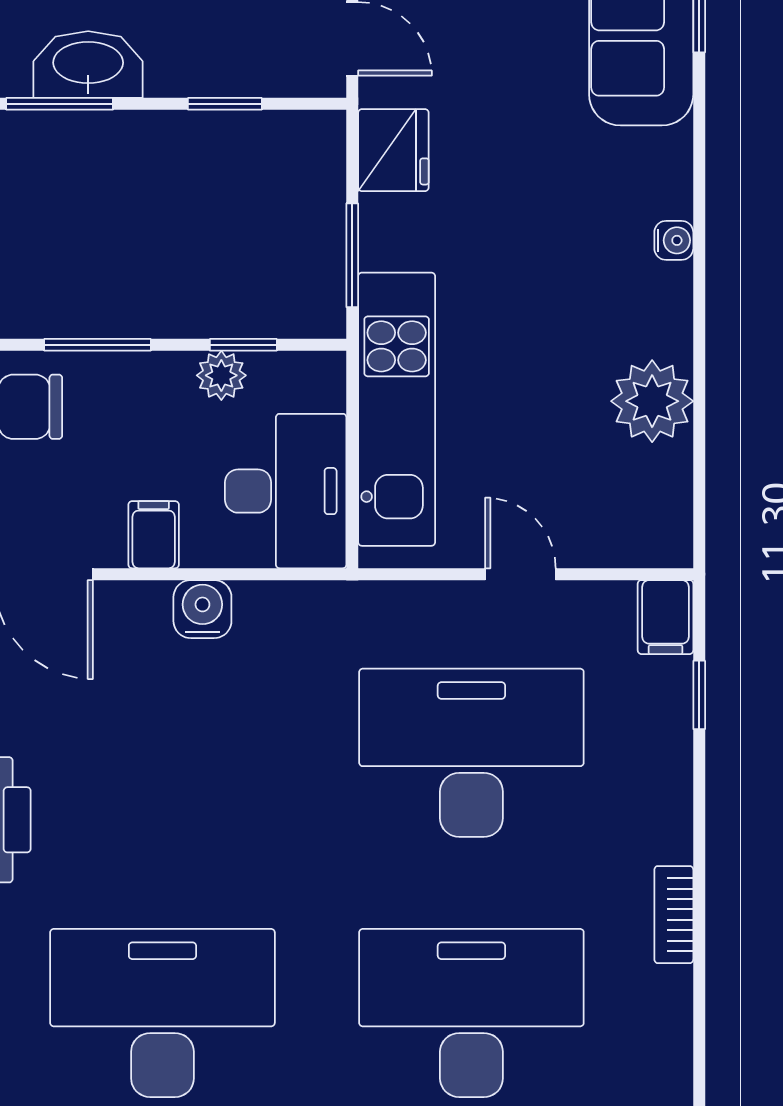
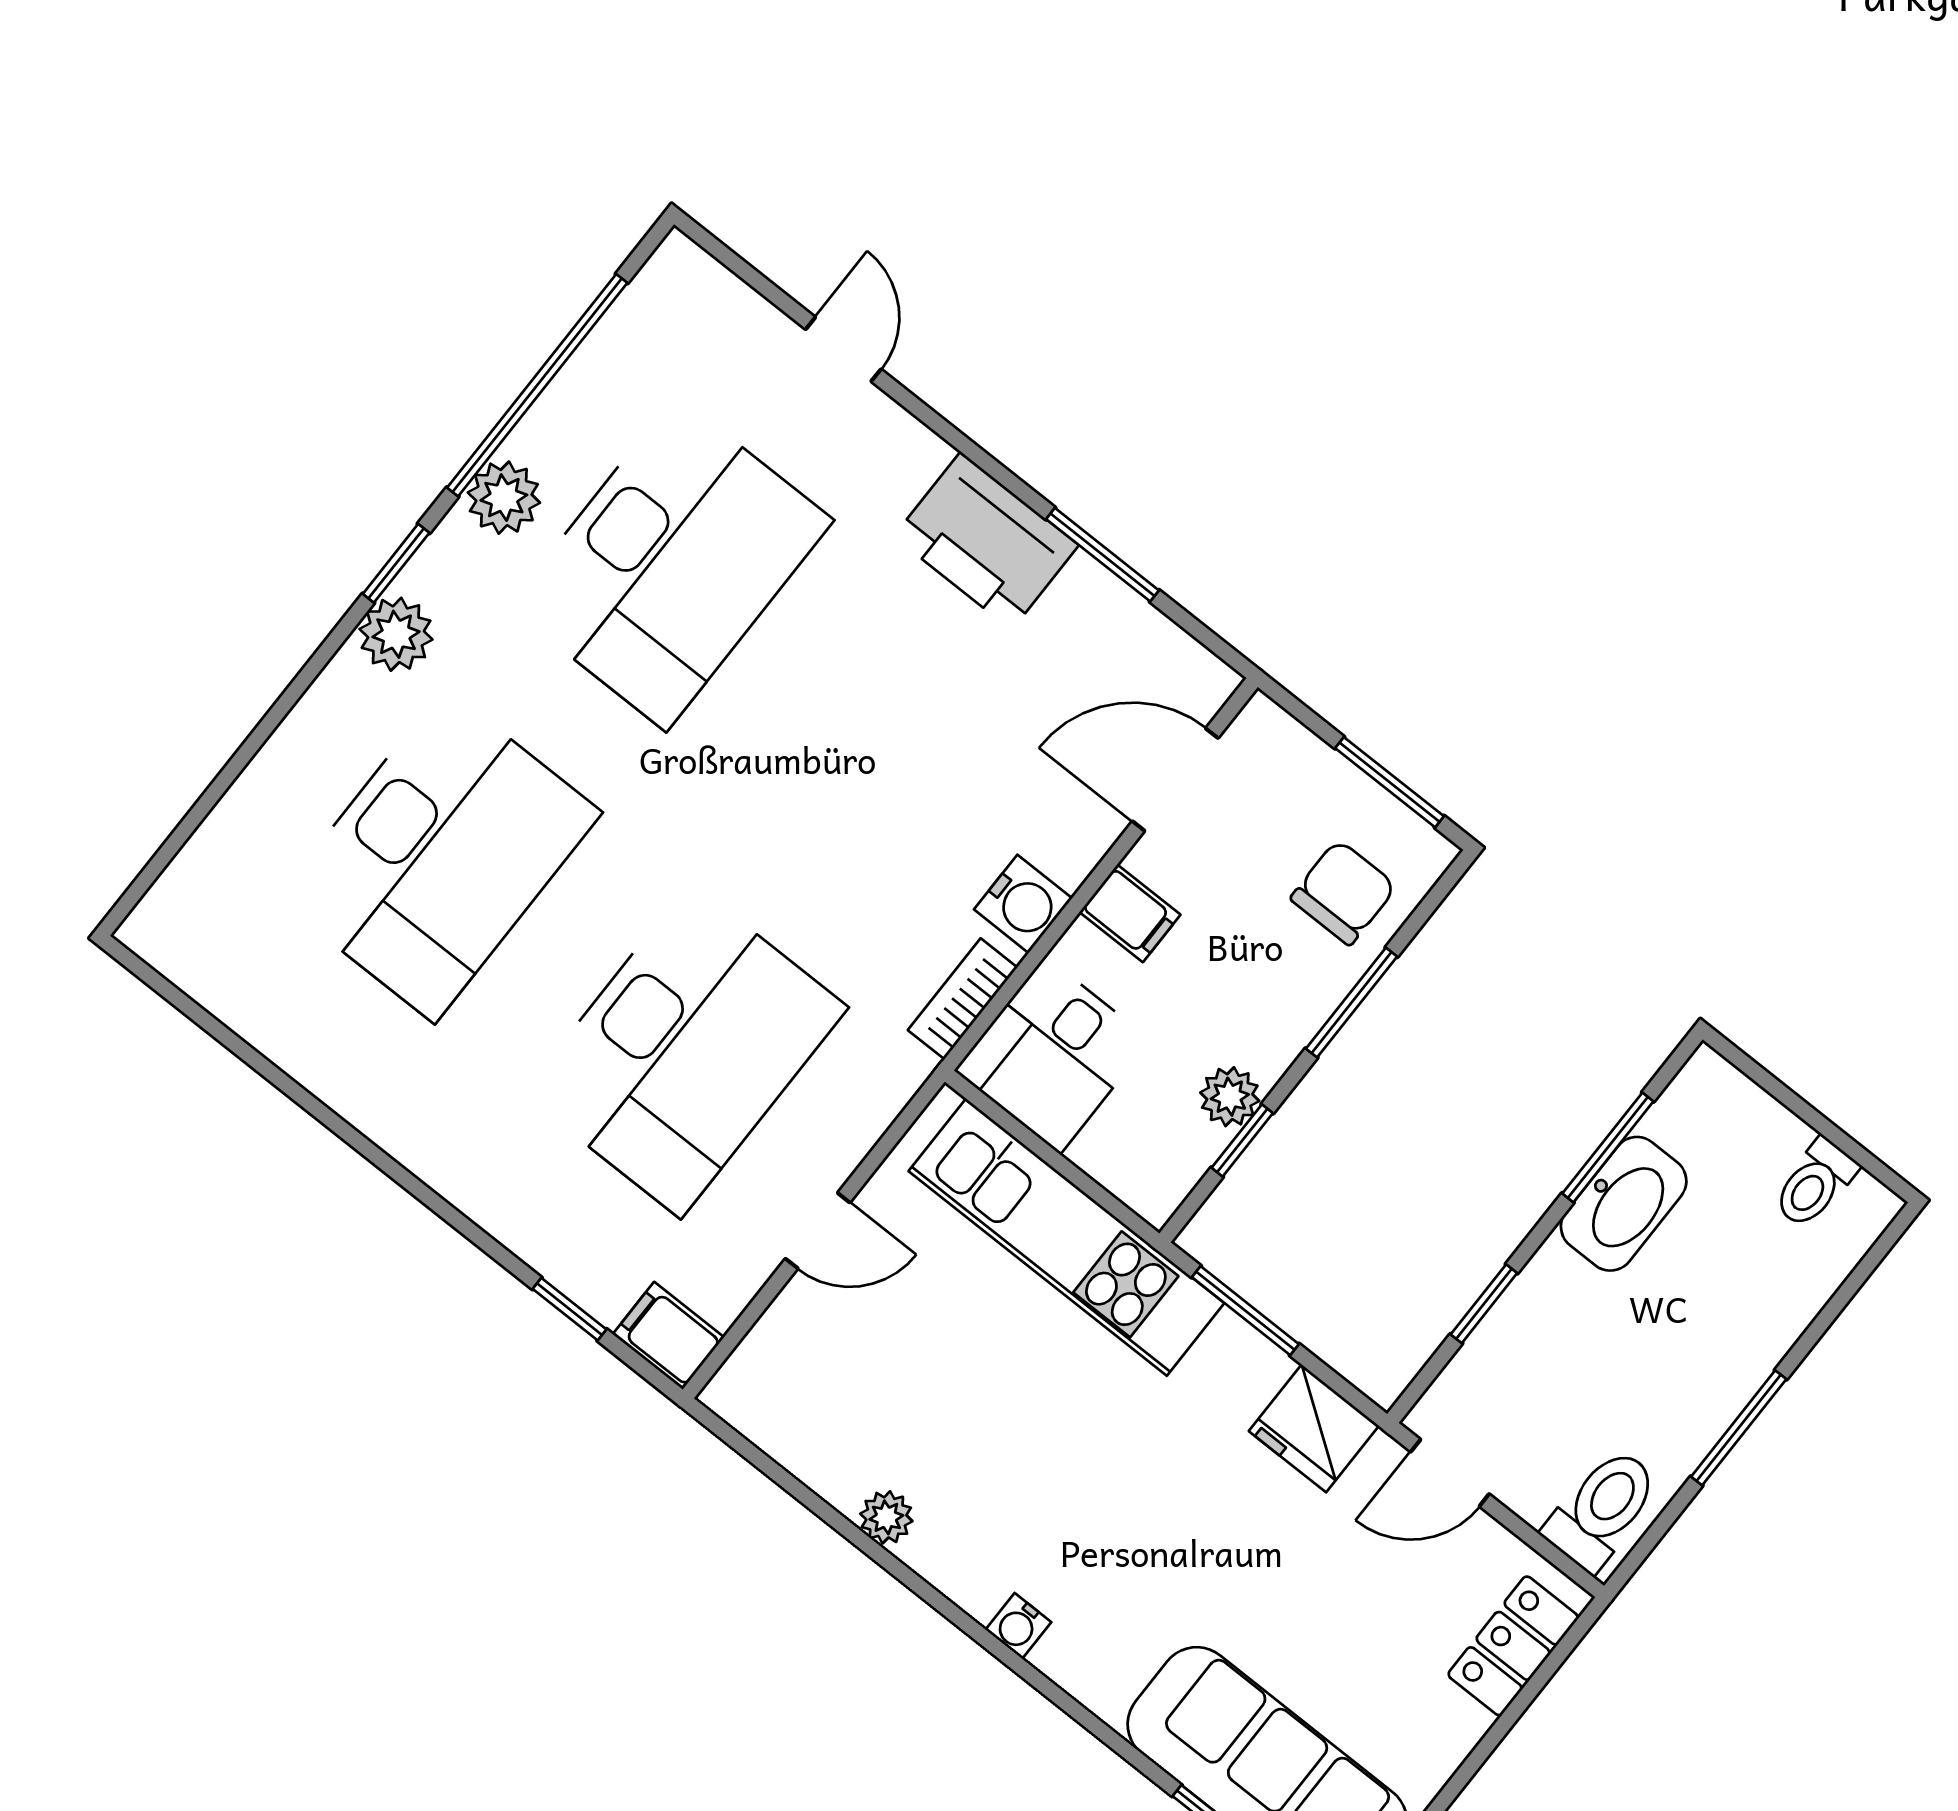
plant: (652, 401) -> (886, 1517), width x0.53, depth x0.53
desk: (286, 491) -> (1052, 1055), width x0.73
bookcase: (674, 915) -> (963, 999), moved, turned -90

